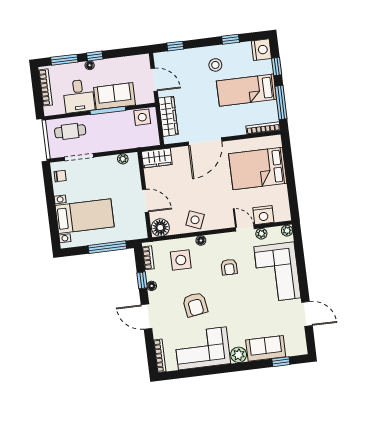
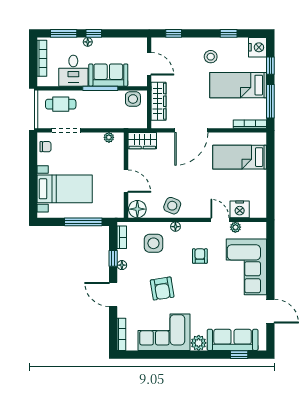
bed: (258, 169) -> (240, 157), width x0.67
plant: (287, 231) -> (261, 227), removed
armchair: (229, 267) -> (200, 256), turned 180
sofa: (266, 348) -> (233, 340), width x1.36

